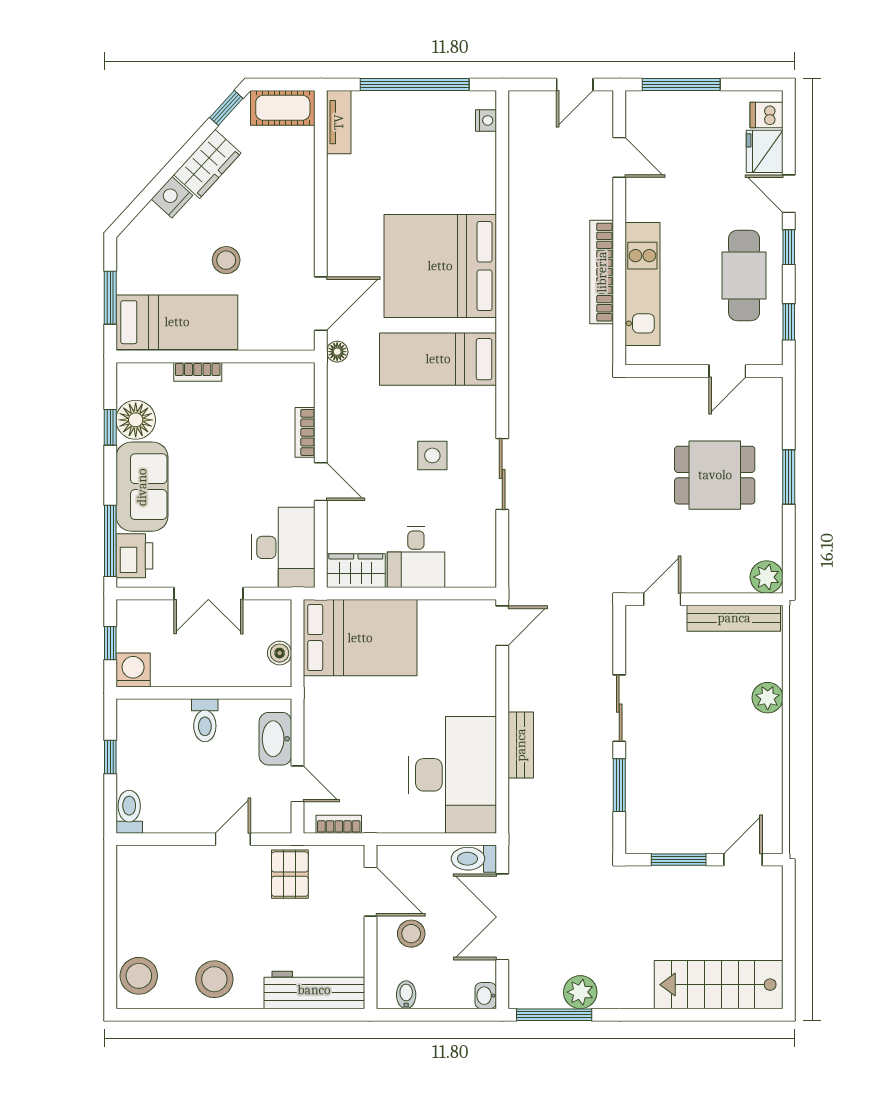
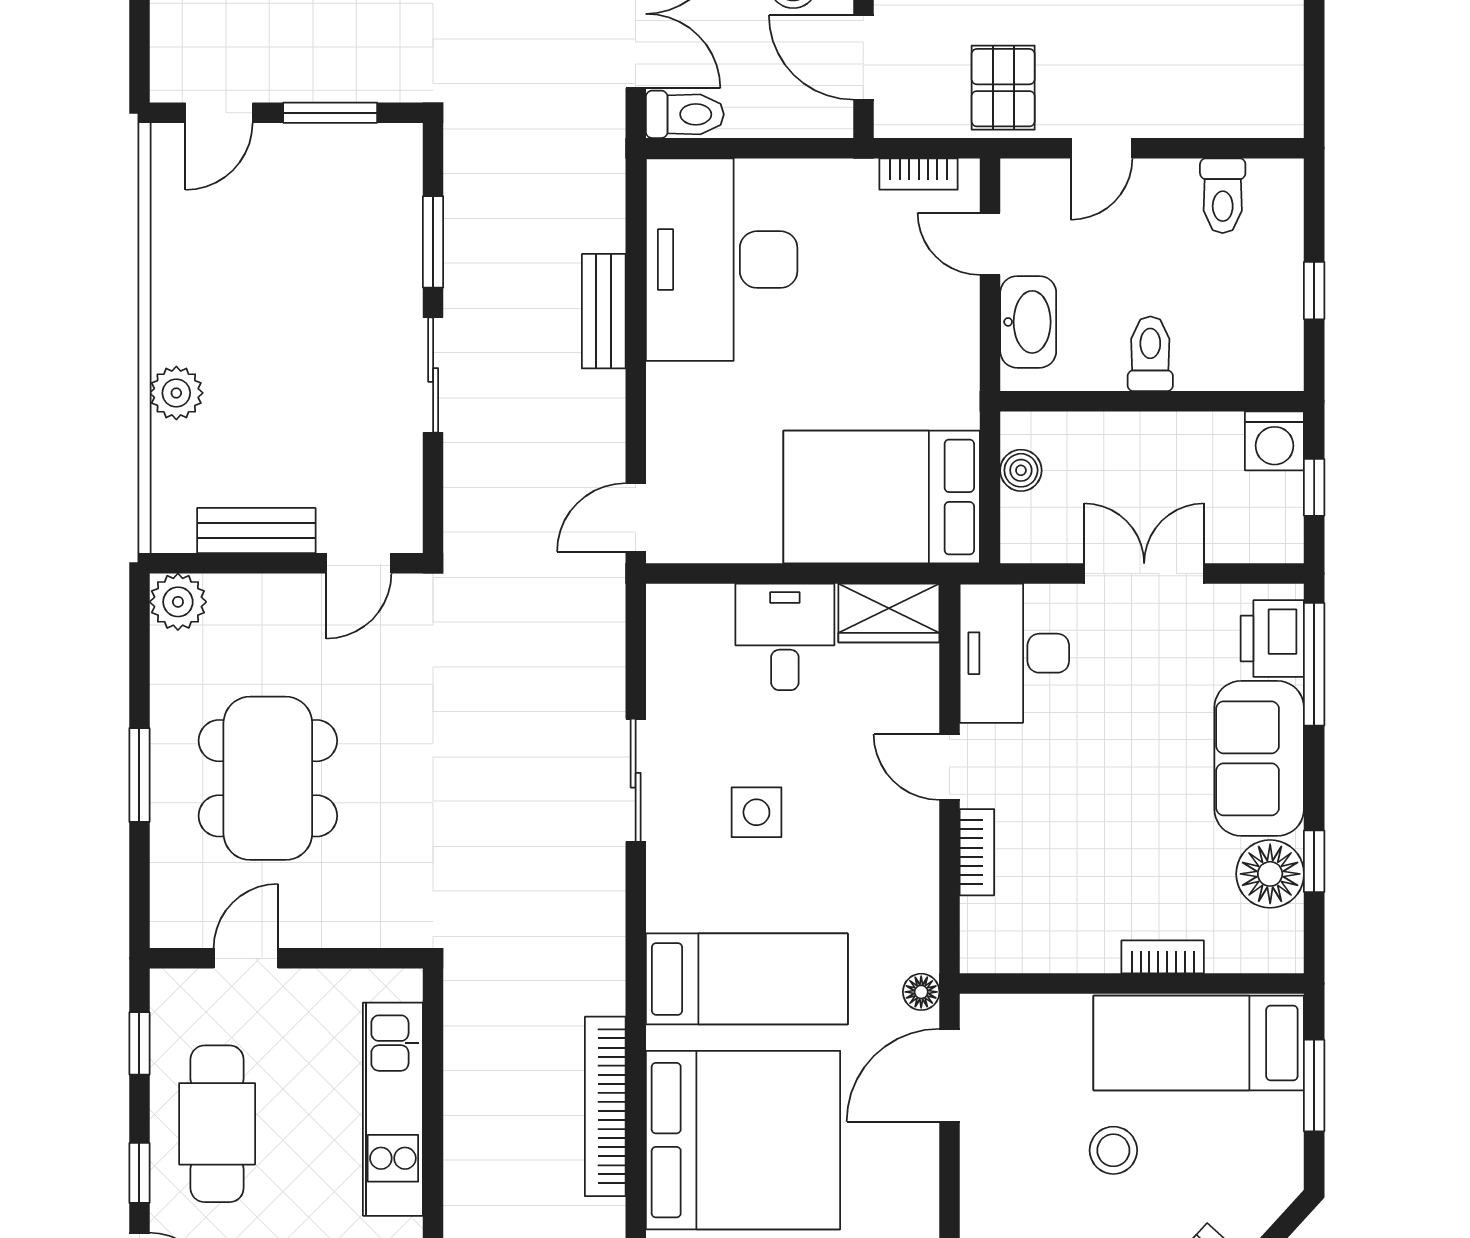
bookcase: (602, 272) -> (605, 1106), moved, turned 180
dining table: (715, 475) -> (268, 778), width x1.38
bench: (734, 618) -> (256, 531), width x0.73
toilet: (129, 812) -> (1223, 196), moved

